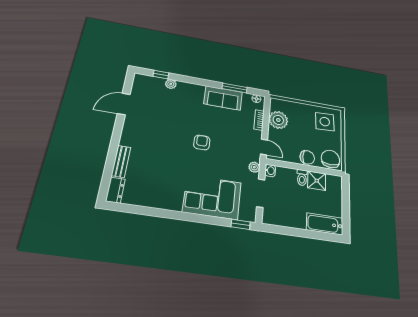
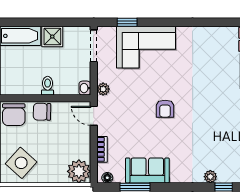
plant: (278, 120) -> (79, 171), moved
side table: (325, 122) -> (21, 163), turned 45
shower: (317, 181) -> (52, 37), moved
doorway: (261, 193) -> (94, 46), moved
window: (241, 224) -> (127, 22), moved

